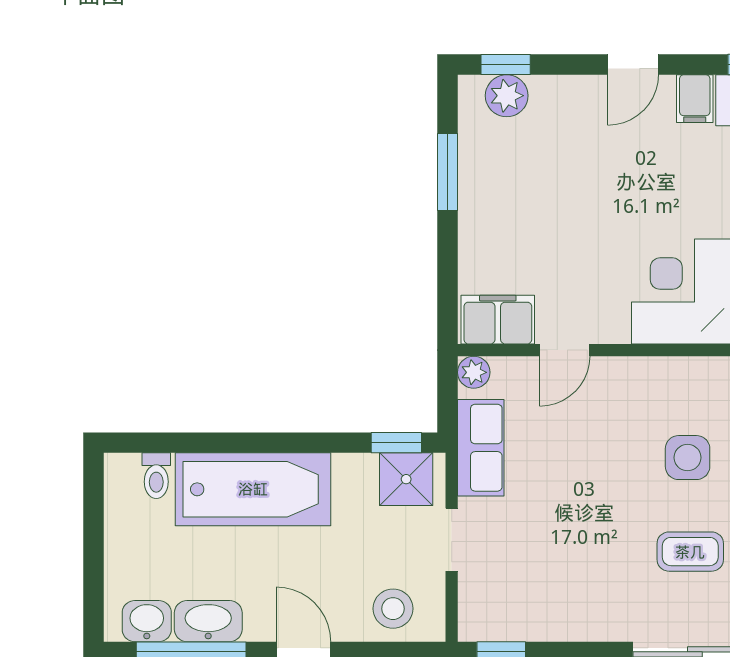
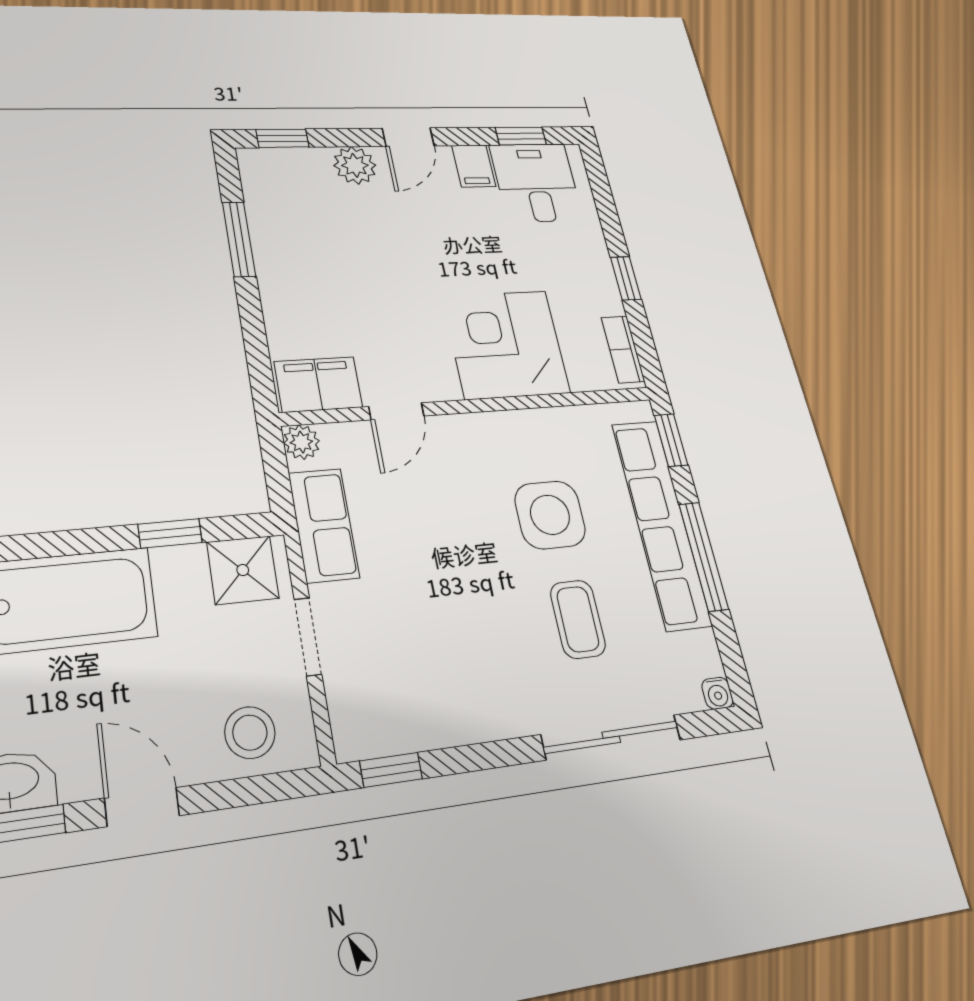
plant: (507, 96) -> (355, 165), moved
window: (396, 443) -> (170, 533), moved
side table: (688, 458) -> (550, 515), width x1.37, depth x1.37
coffee table: (690, 552) -> (578, 619), turned 90

